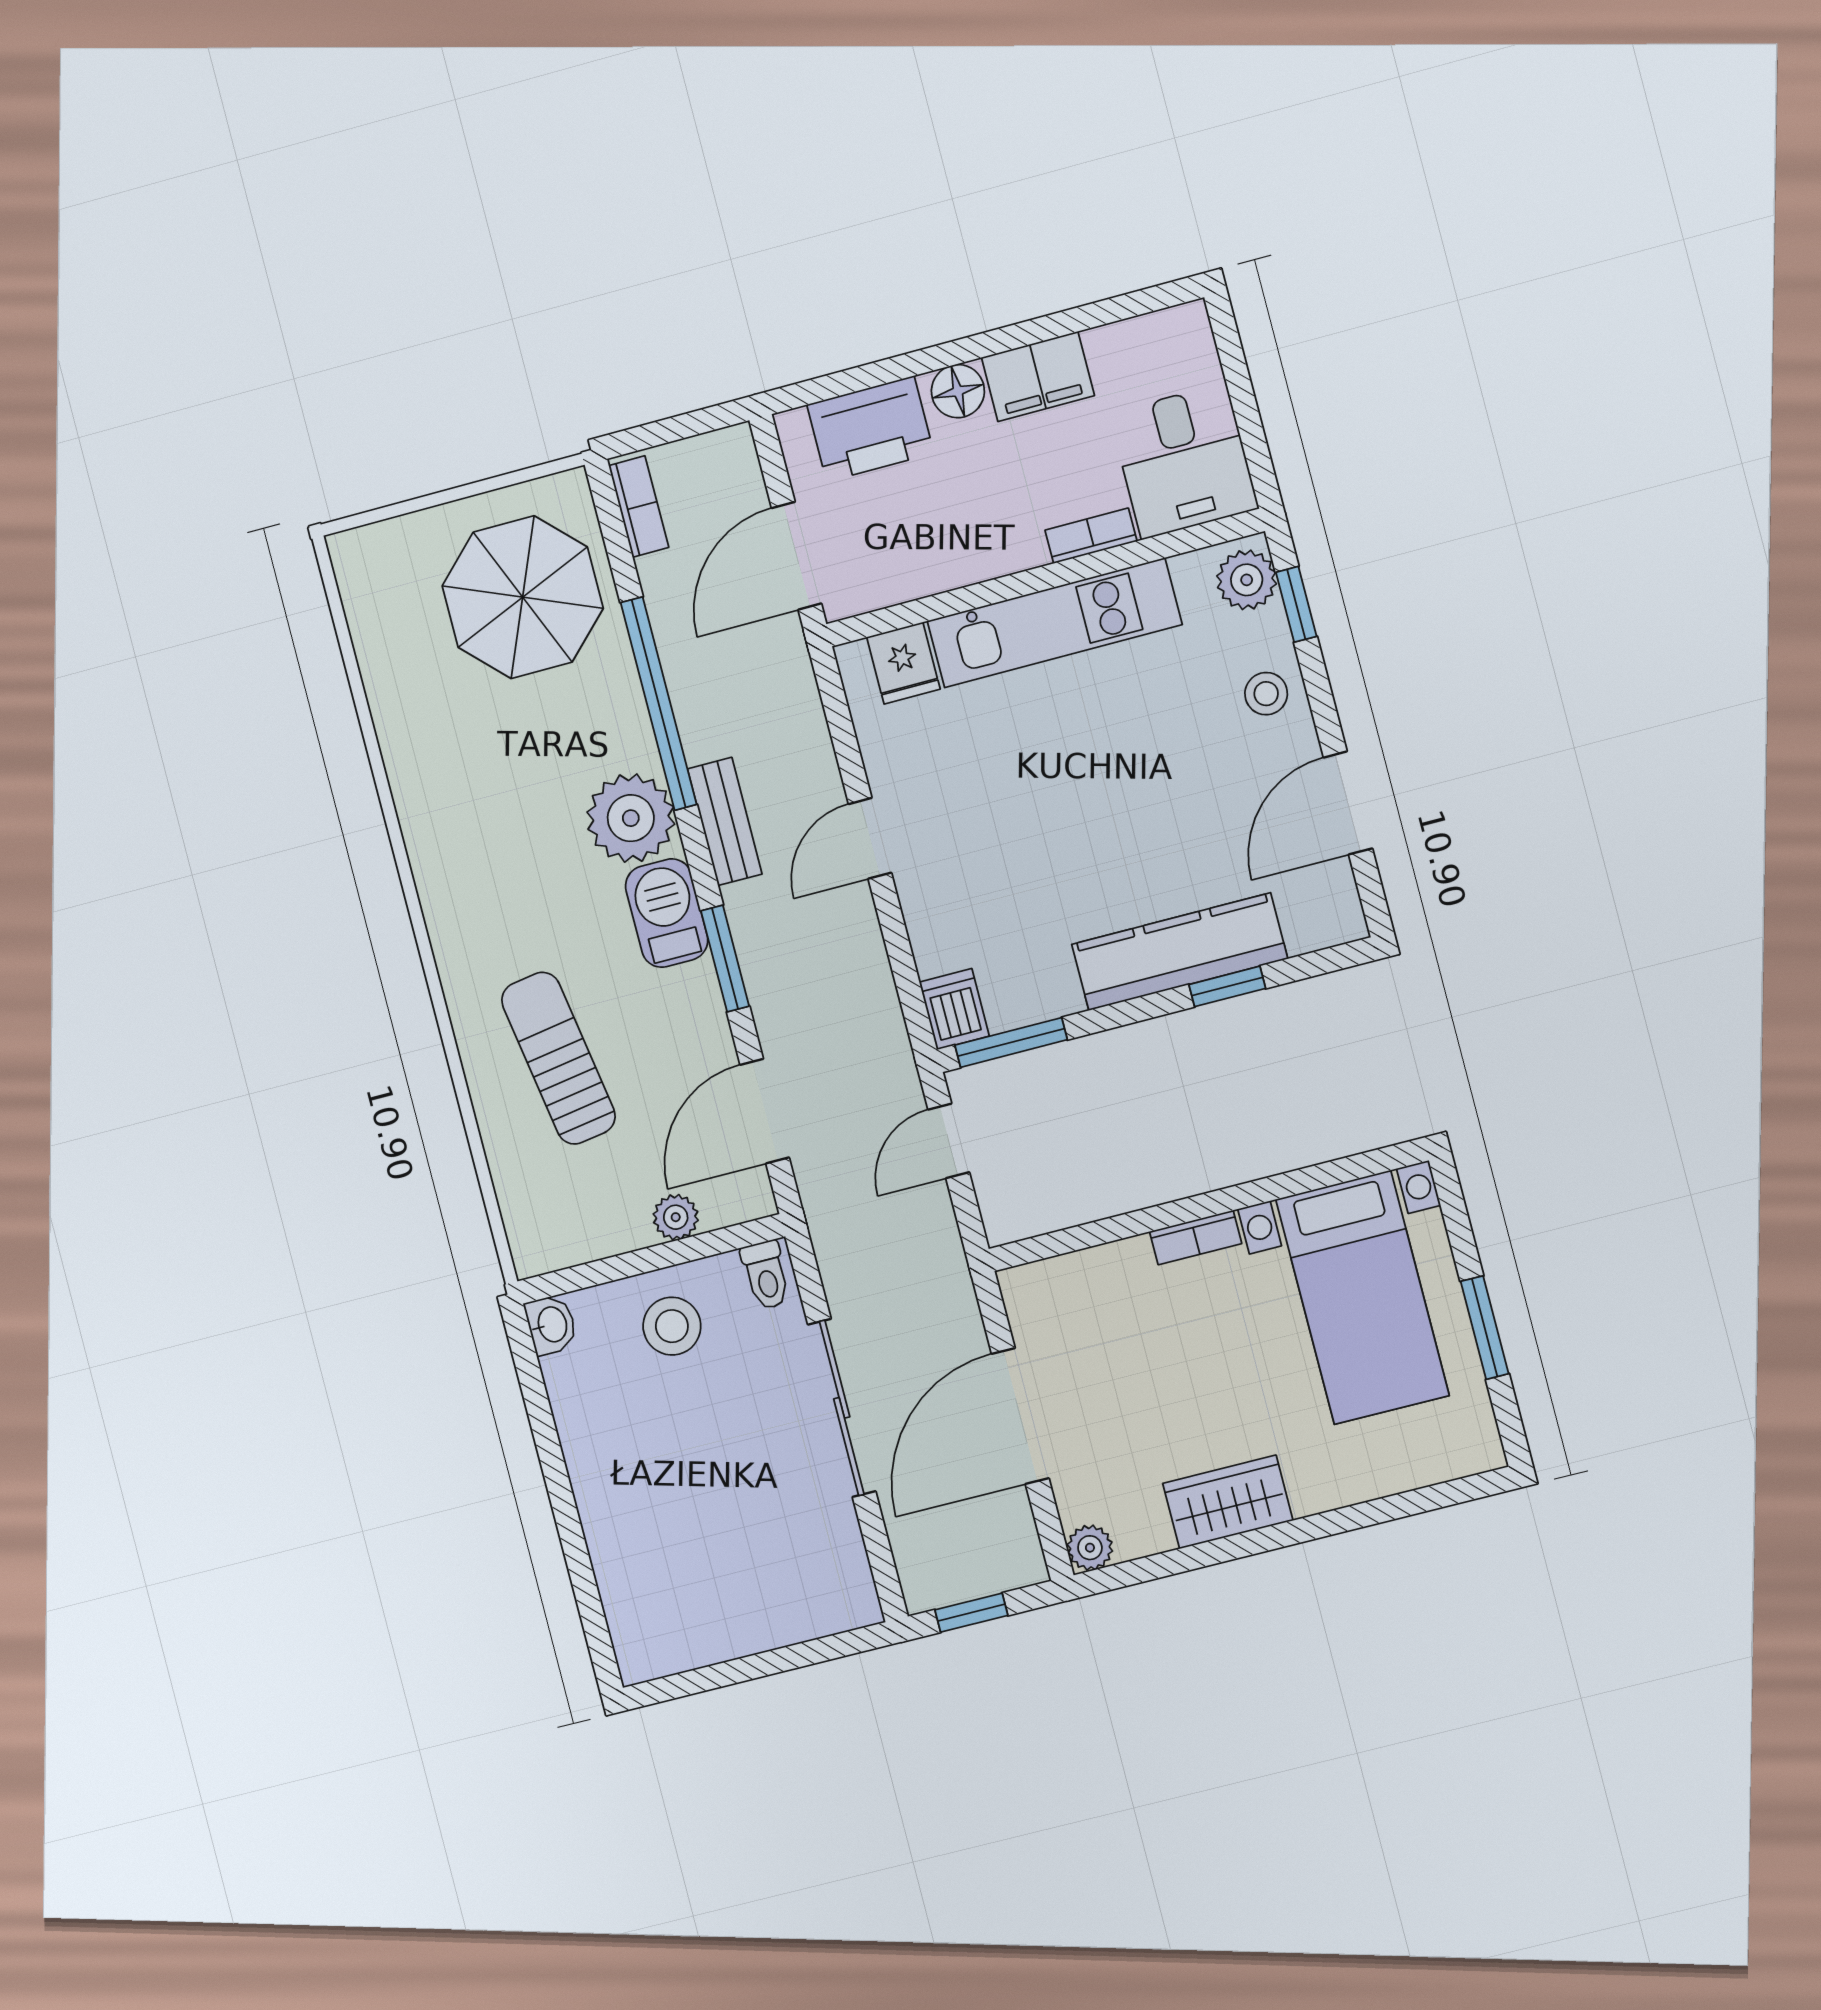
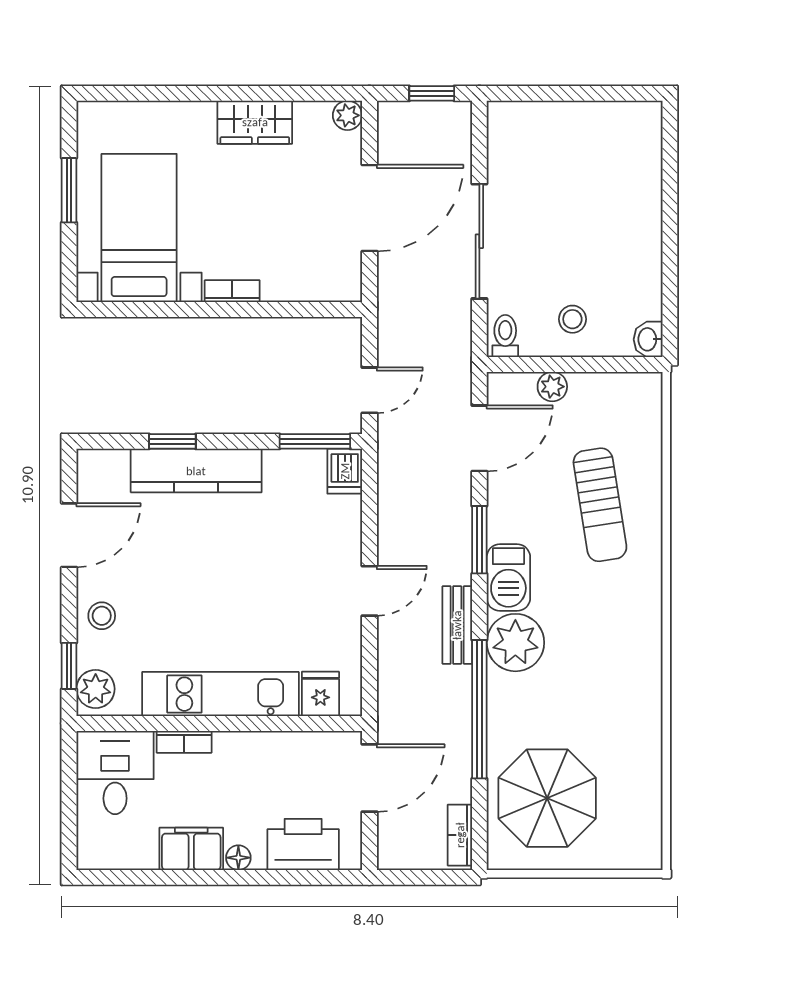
floor lamp: (958, 391) -> (238, 858), width x0.73, depth x0.73
stool: (672, 1326) -> (572, 319), width x0.73, depth x0.73

